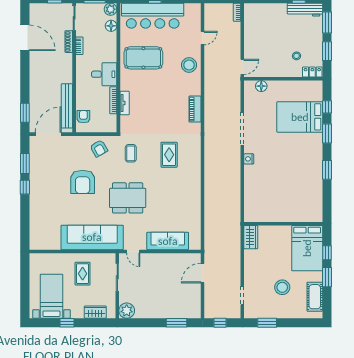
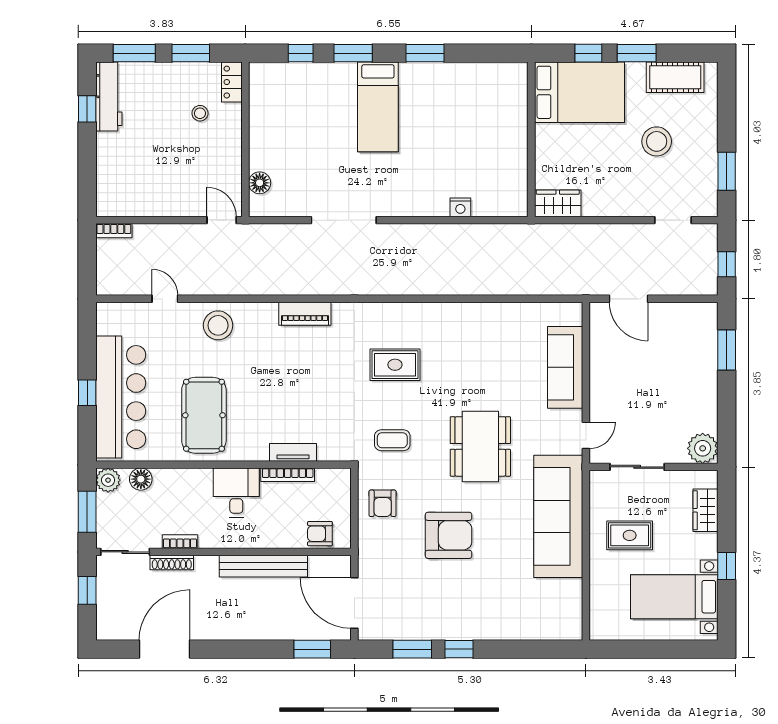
bench: (67, 106) -> (263, 566), moved
bed: (300, 117) -> (378, 107), moved, width x0.67
armchair: (99, 148) -> (383, 503), turned 120
nightstand: (249, 159) -> (460, 207), moved

